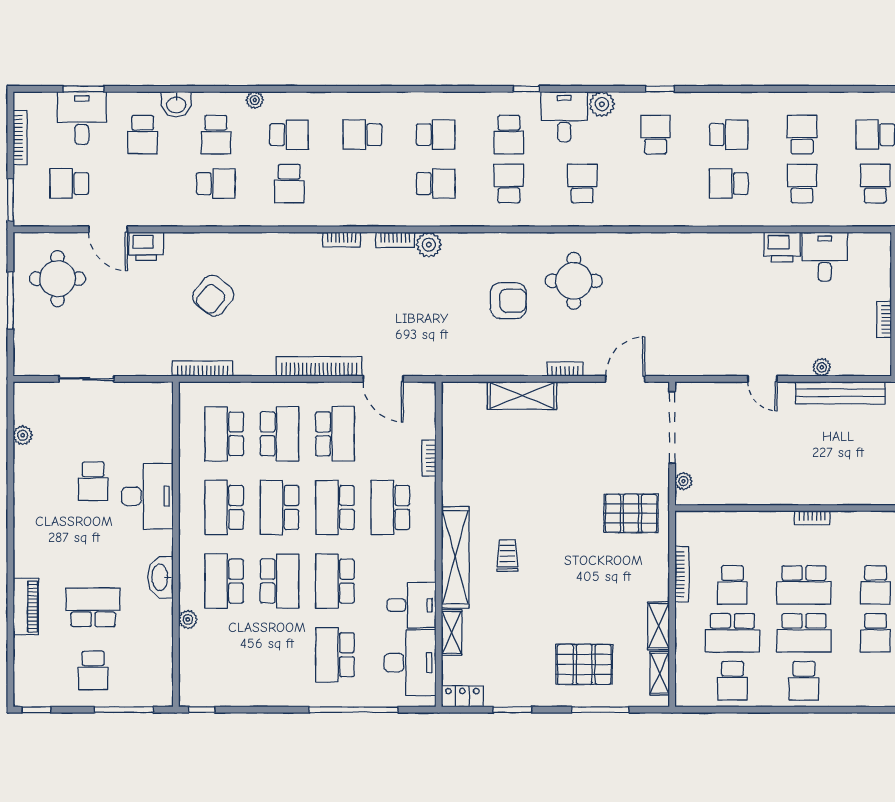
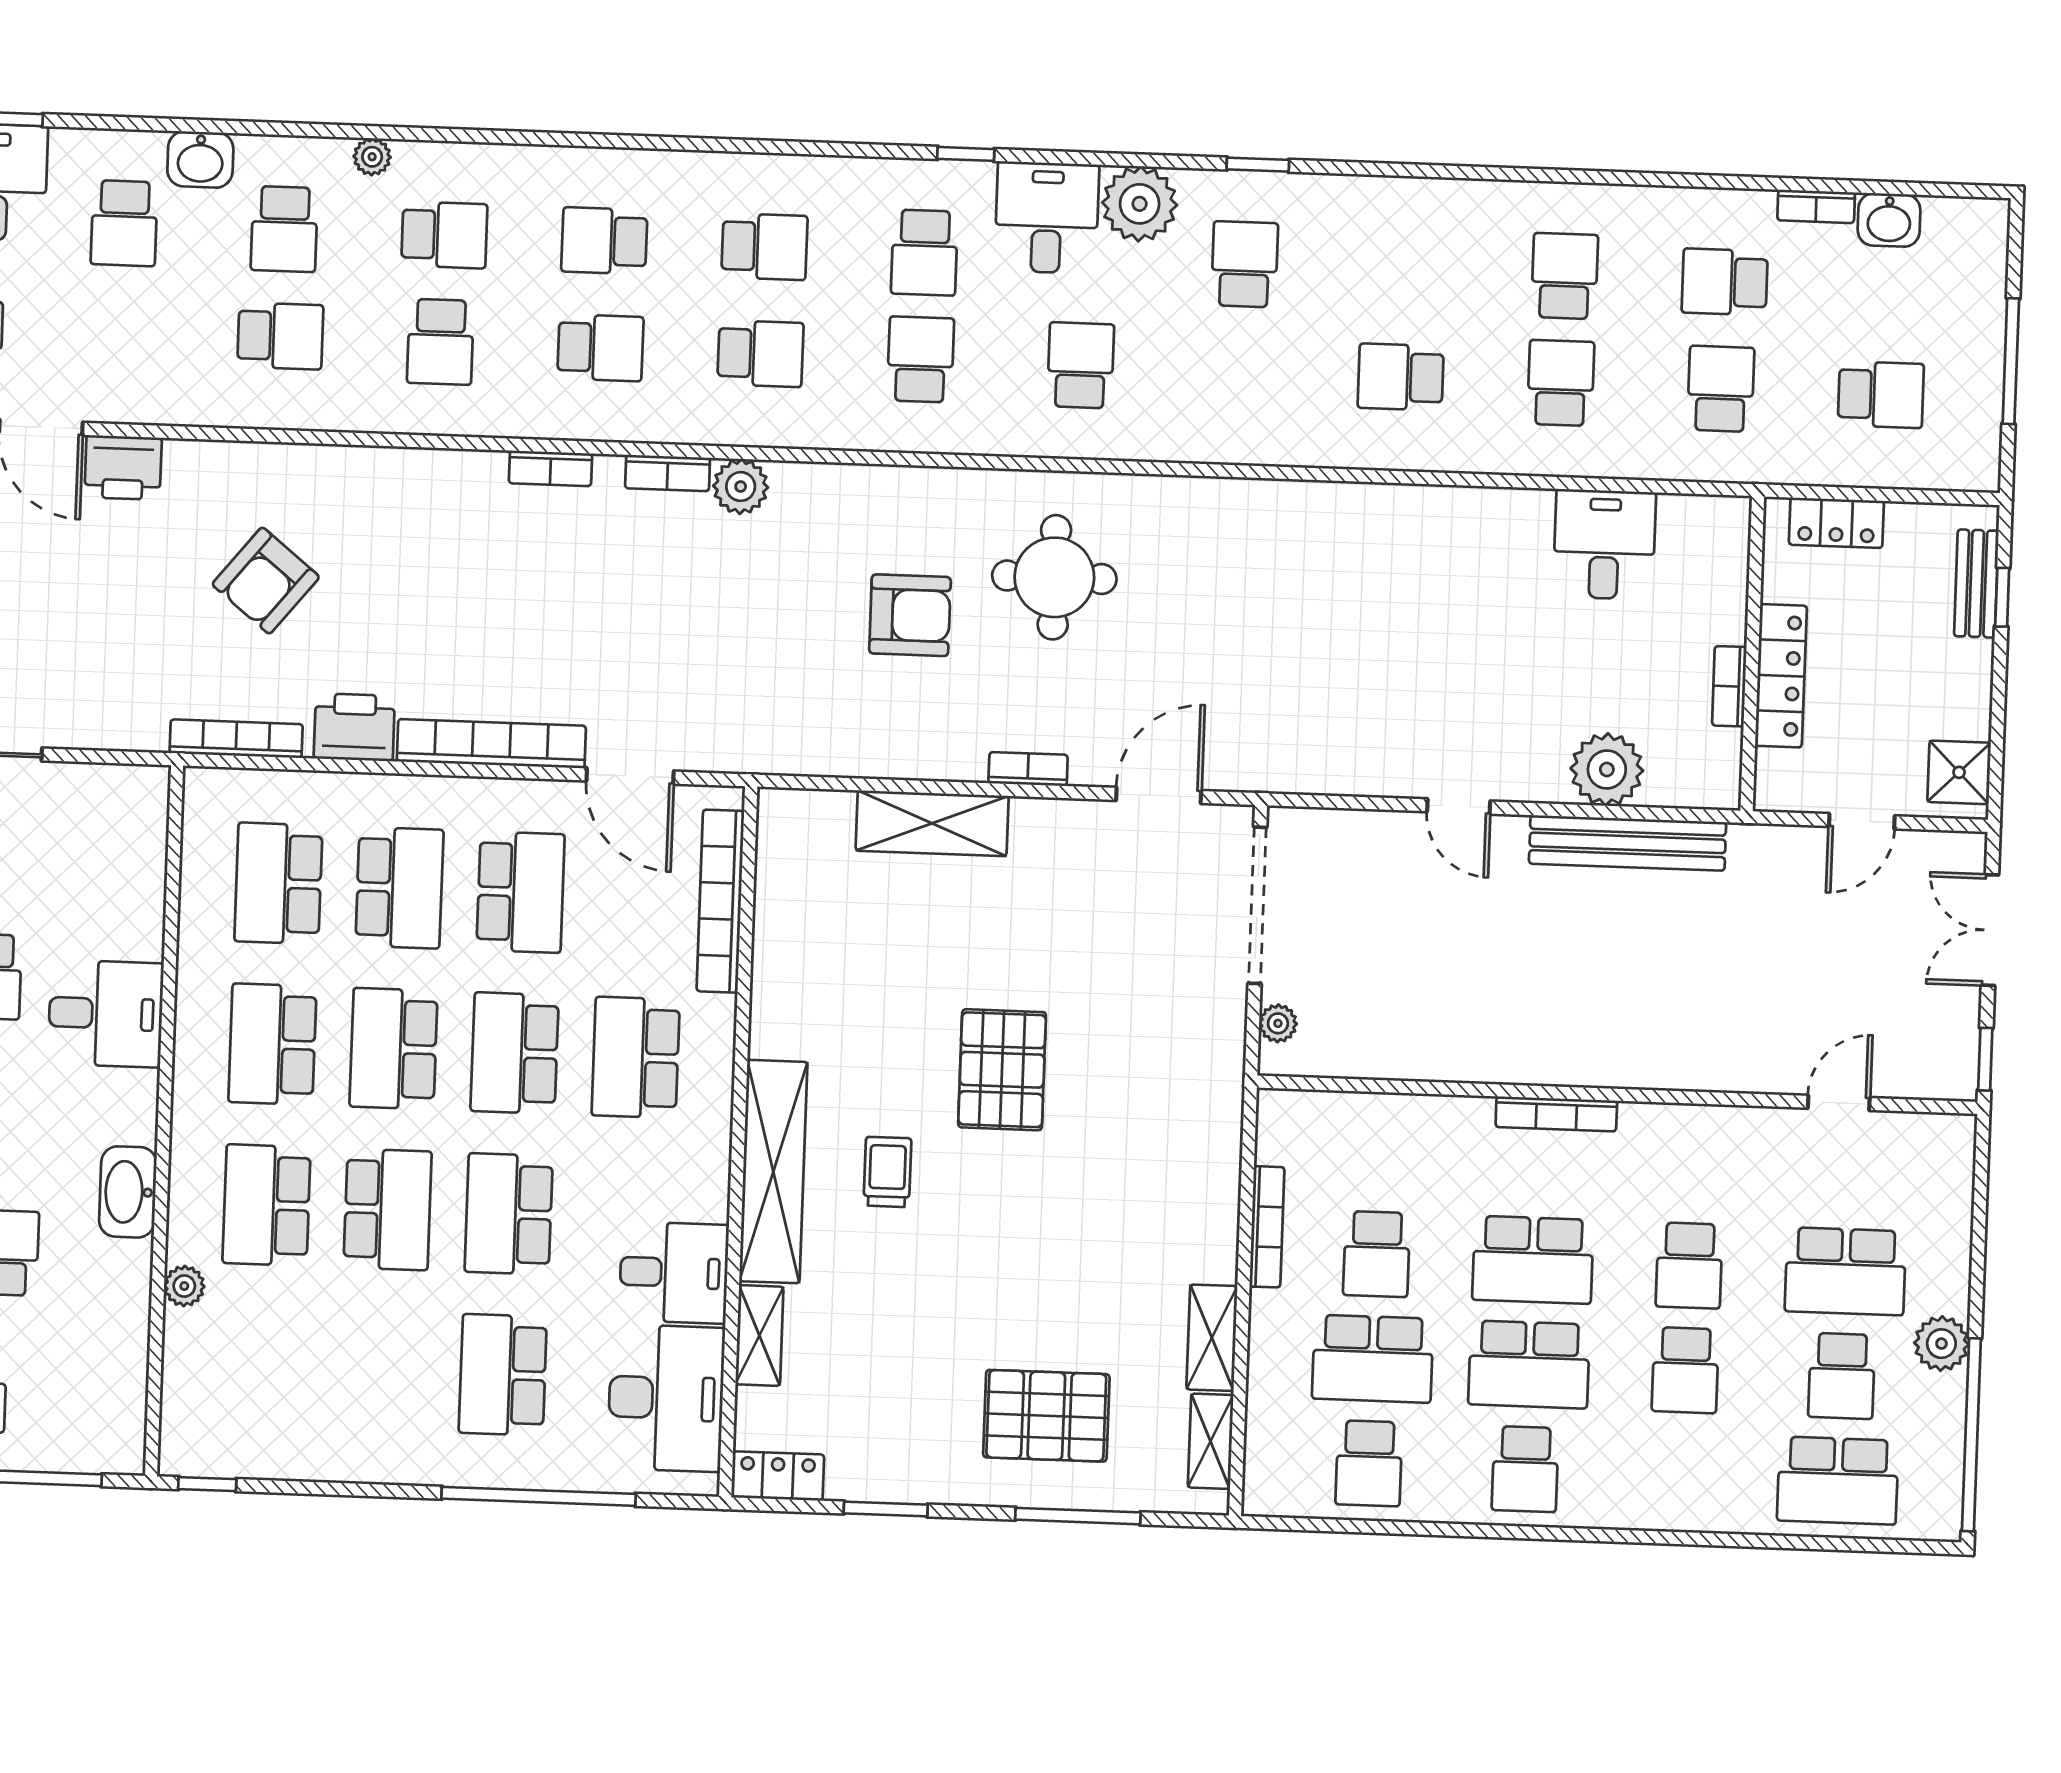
plant: (602, 104) -> (1140, 204), width x1.36, depth x1.36
school desk: (729, 135) -> (600, 348), moved
printer: (782, 247) -> (354, 727), moved, turned 180
plant: (822, 367) -> (1607, 769), width x1.88, depth x1.88
bookcase: (429, 458) -> (720, 901), width x2.31, depth x1.31
desk: (147, 496) -> (106, 1014), width x0.73
pallet: (631, 513) -> (1002, 1070), moved, turned 90
bookcase: (812, 518) -> (1556, 1114), width x1.56

